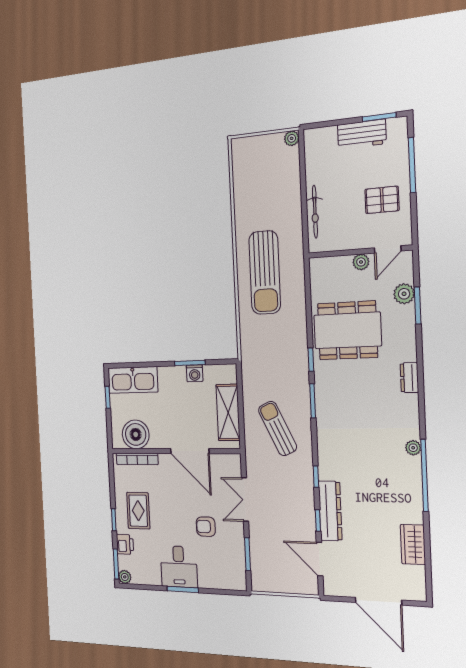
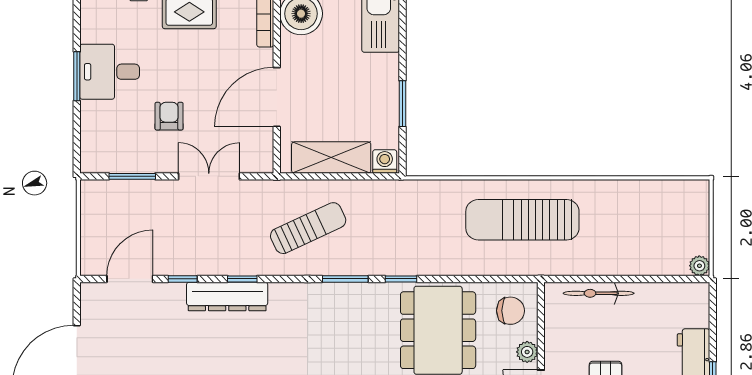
chair: (331, 277) -> (510, 311), added
washing machine: (195, 373) -> (385, 161), moved, turned 90
dresser: (330, 511) -> (227, 296), moved

